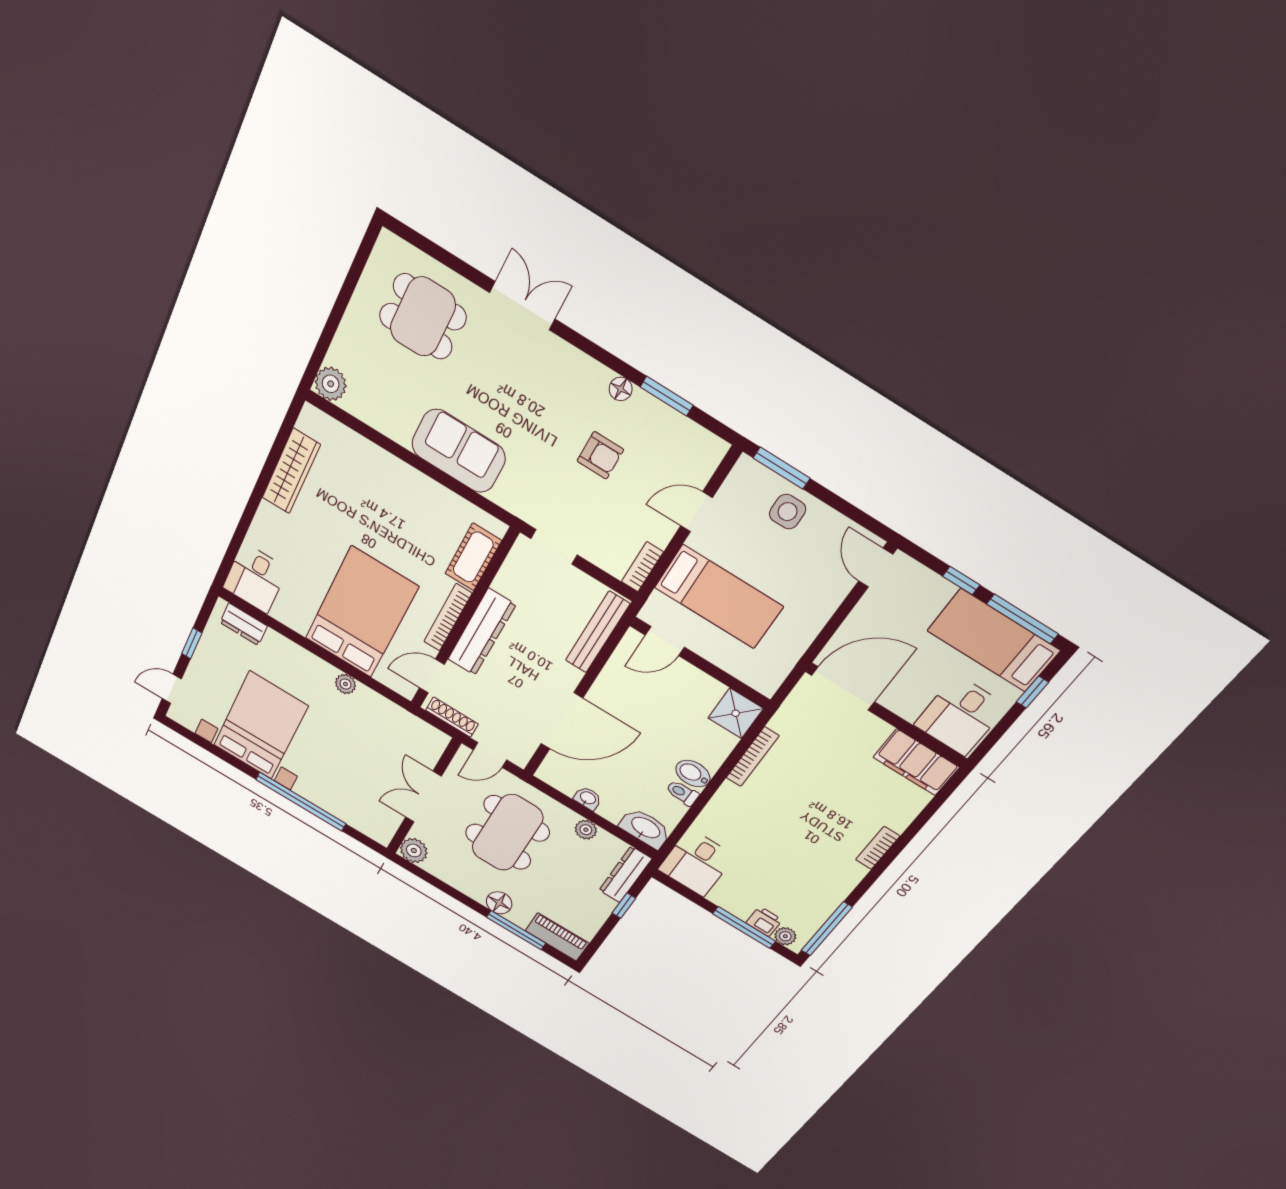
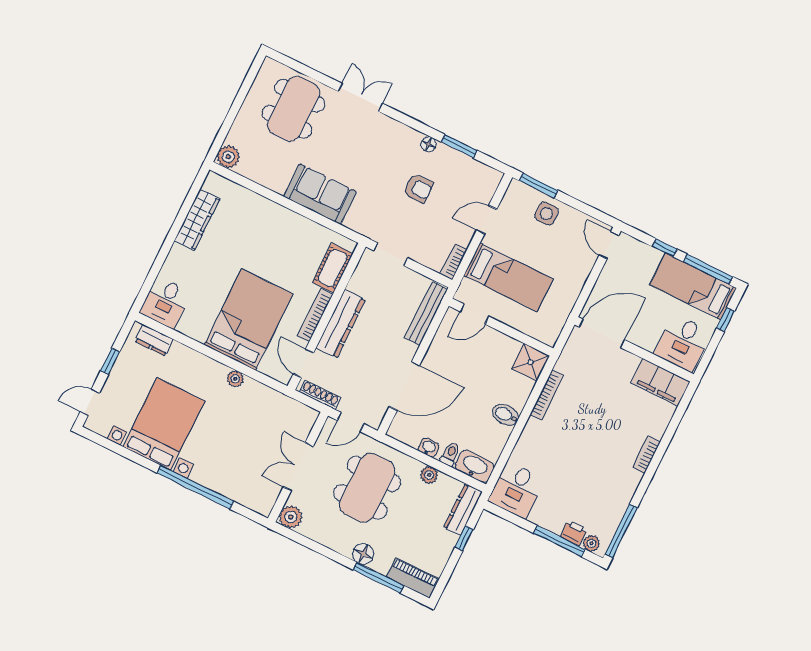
dining table: (423, 317) -> (293, 109), width x1.38
door: (432, 676) -> (303, 363), hinge flipped
toilet: (682, 793) -> (450, 454), moved, turned 90

